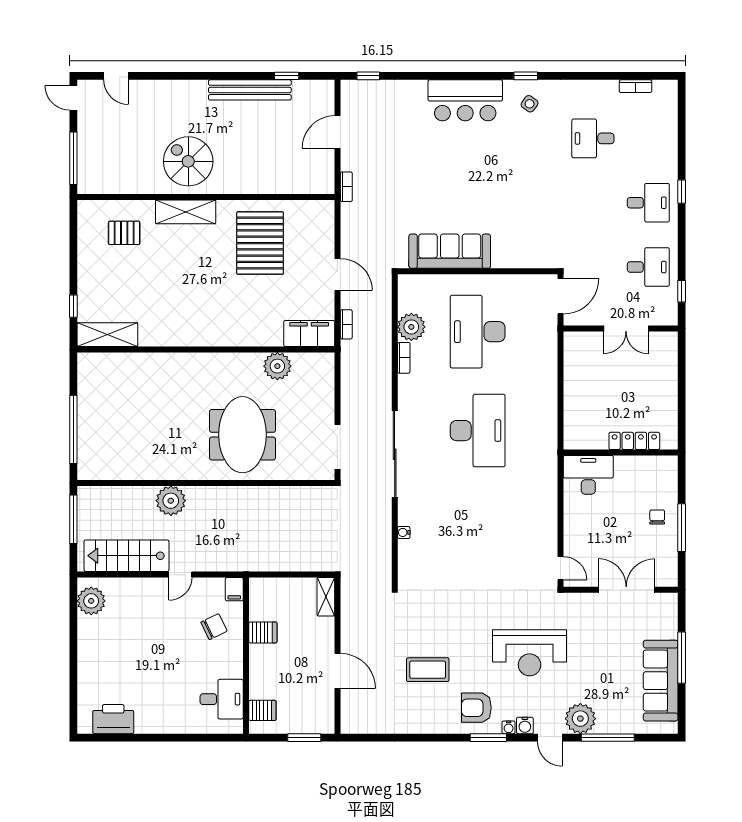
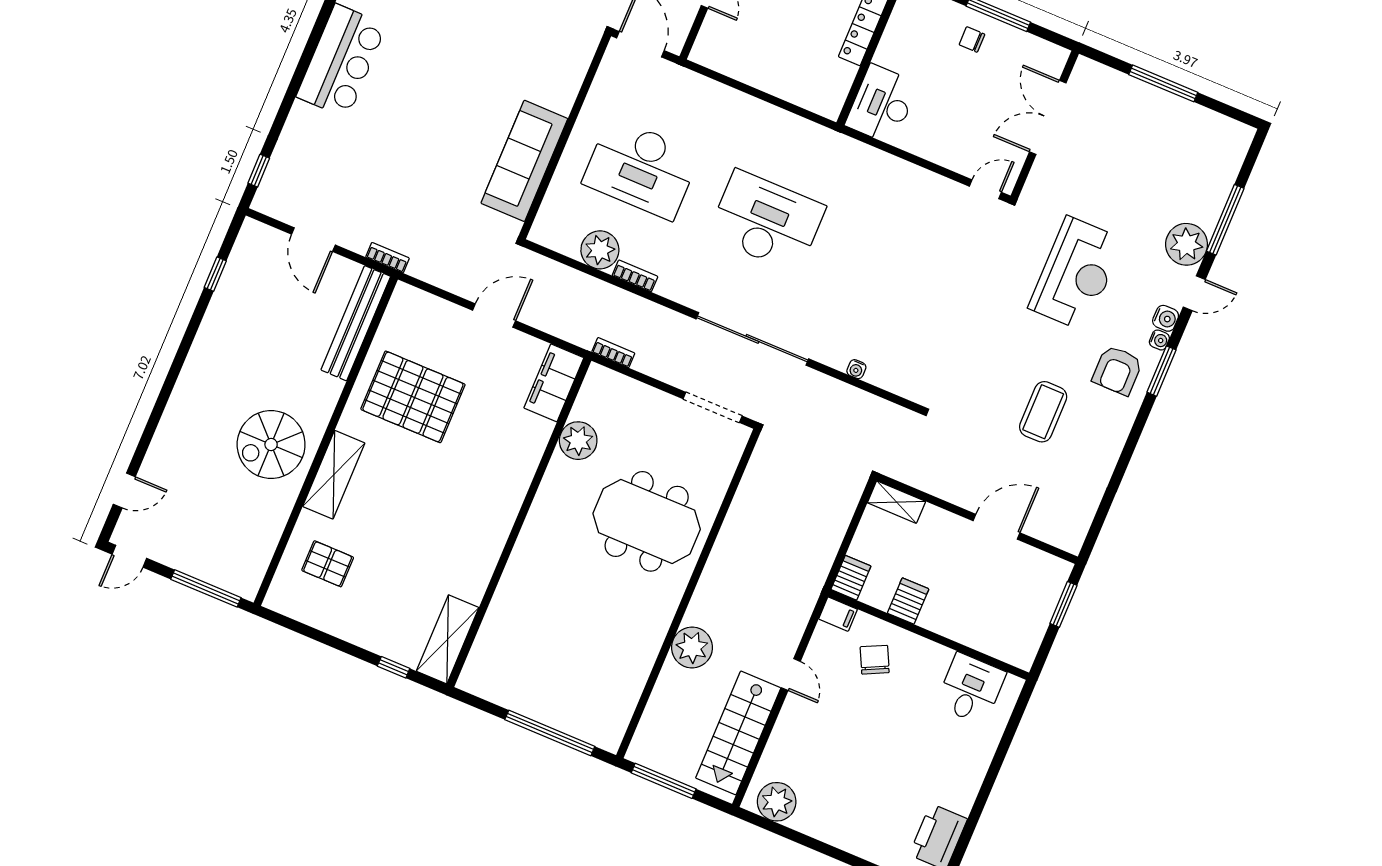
bench: (250, 90) -> (356, 323), moved
pallet: (124, 233) -> (328, 564), turned 90
bookcase: (346, 324) -> (613, 353), moved
sofa: (661, 681) -> (1181, 122), removed
server rack: (262, 710) -> (851, 578), moved

